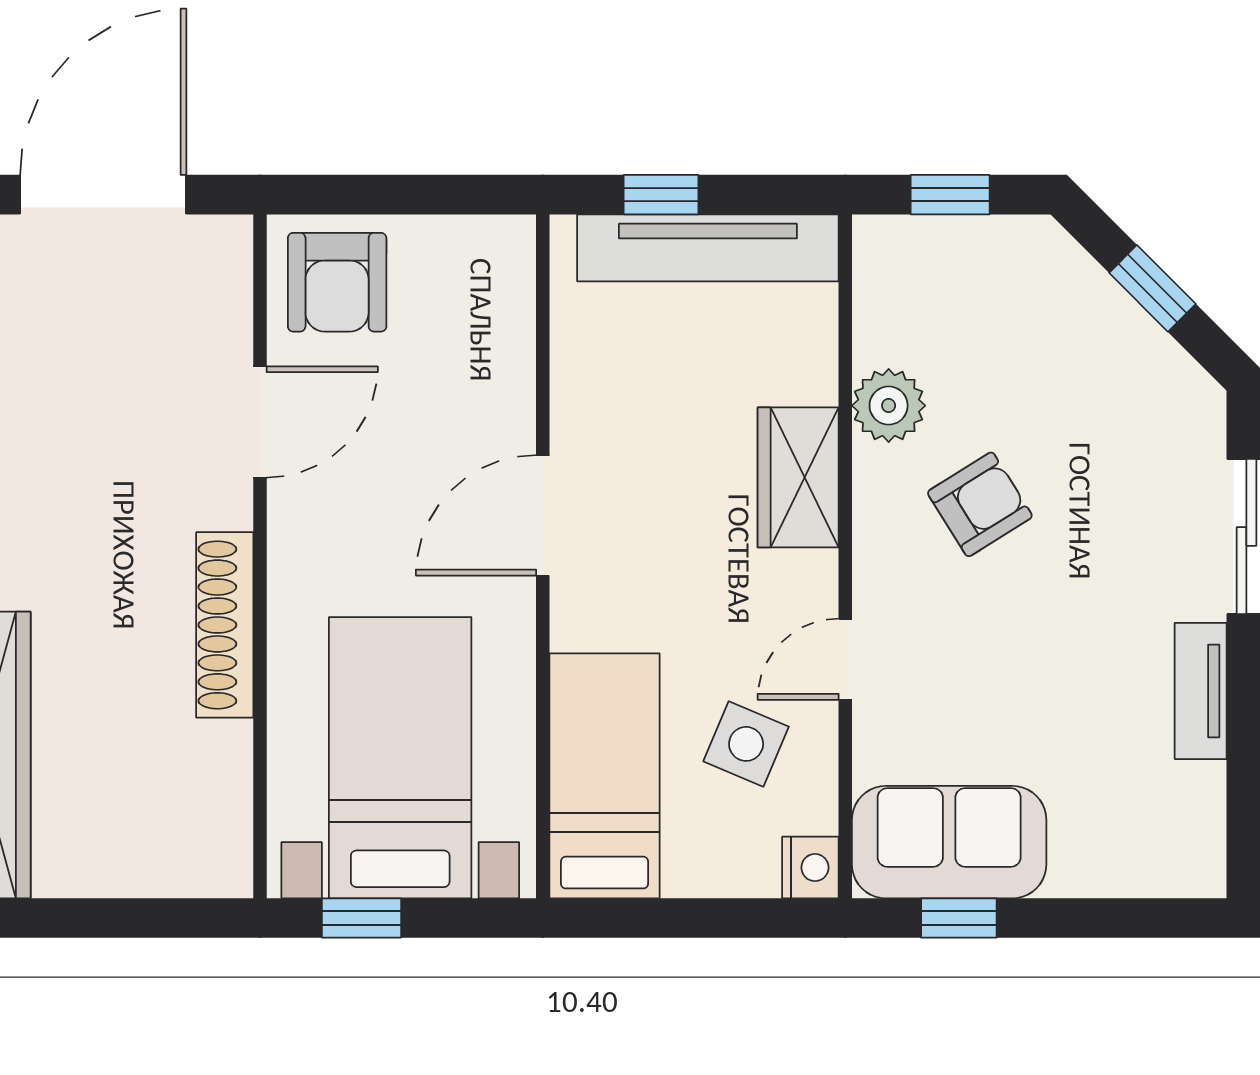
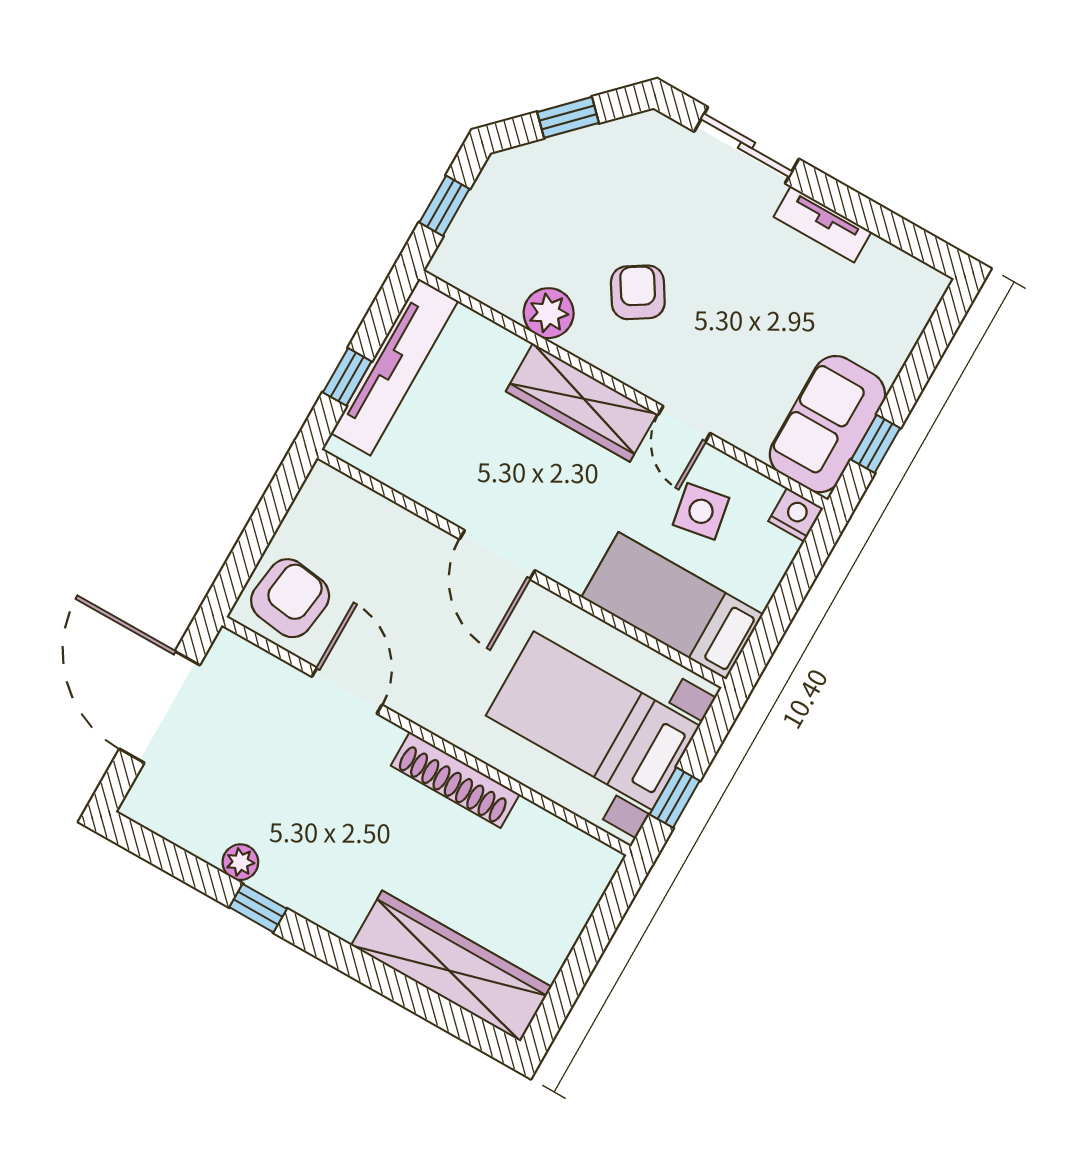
armchair: (337, 282) -> (290, 598), turned -82
wardrobe: (798, 477) -> (581, 403), width x1.50
side table: (746, 744) -> (701, 511), turned -33

